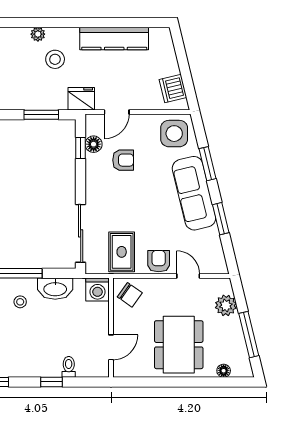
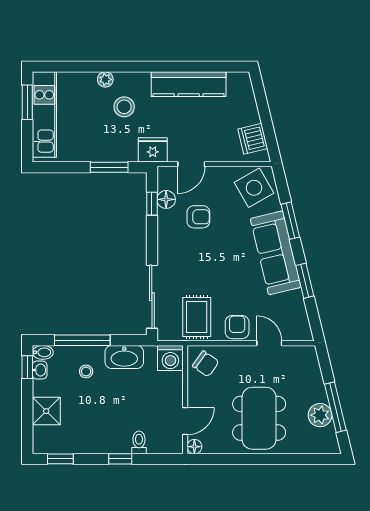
side table: (174, 134) -> (254, 188), turned -30
plant: (226, 305) -> (320, 415), moved
floor lamp: (224, 371) -> (194, 447), moved

